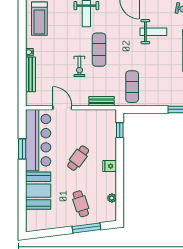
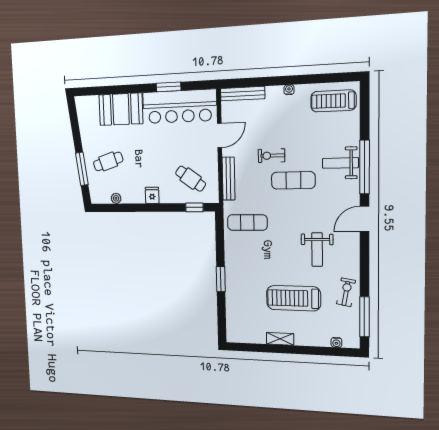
bench: (30, 74) -> (243, 94), moved
bench: (101, 101) -> (229, 179), width x1.36
cafe table: (78, 158) -> (191, 179), moved

